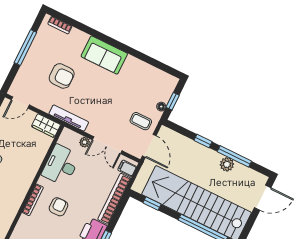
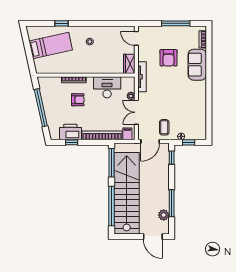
sofa: (104, 55) -> (197, 65), moved
window: (203, 141) -> (172, 158), moved
plant: (227, 164) -> (164, 215), moved
window: (152, 204) -> (112, 163), width x2.17

